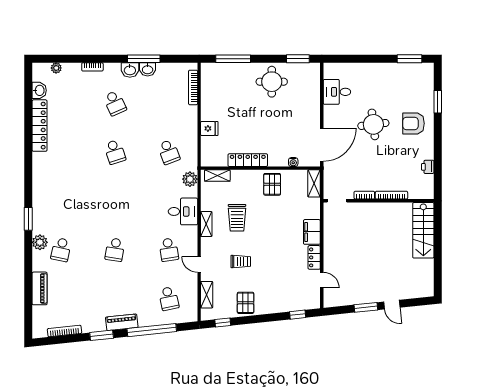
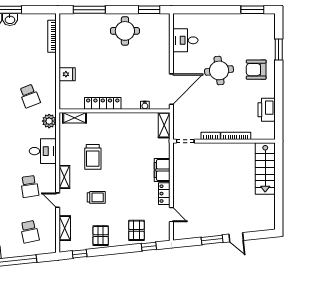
printer: (428, 167) -> (267, 110), width x1.87, depth x1.48
pallet: (272, 184) -> (136, 230), moved
shelving: (206, 224) -> (64, 177), moved

